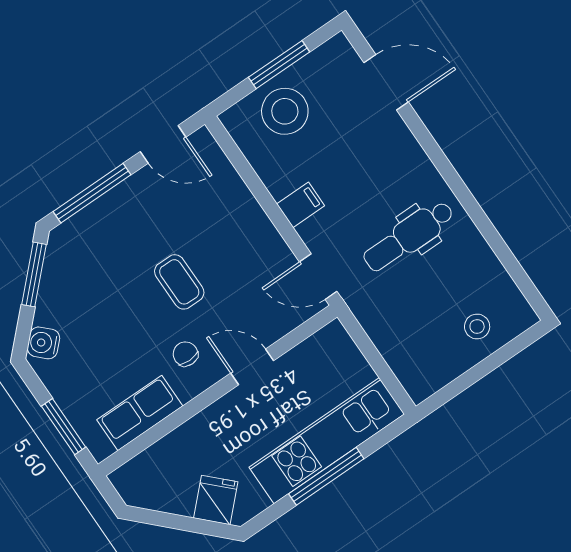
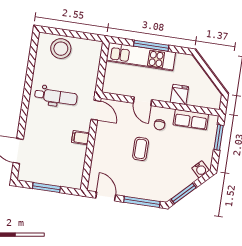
stool: (285, 111) -> (58, 171), removed
stool: (477, 326) -> (61, 49), width x1.89, depth x1.89
fridge: (216, 500) -> (179, 94), moved, turned 135

